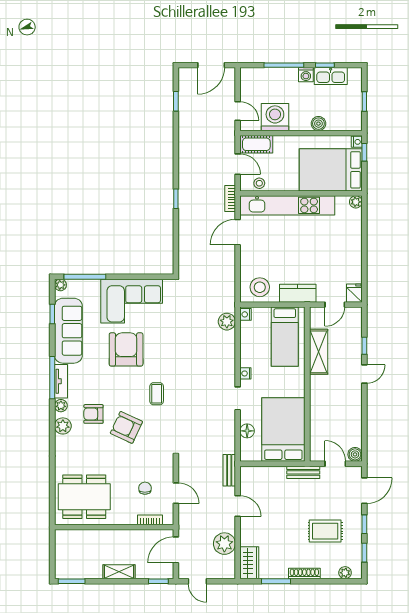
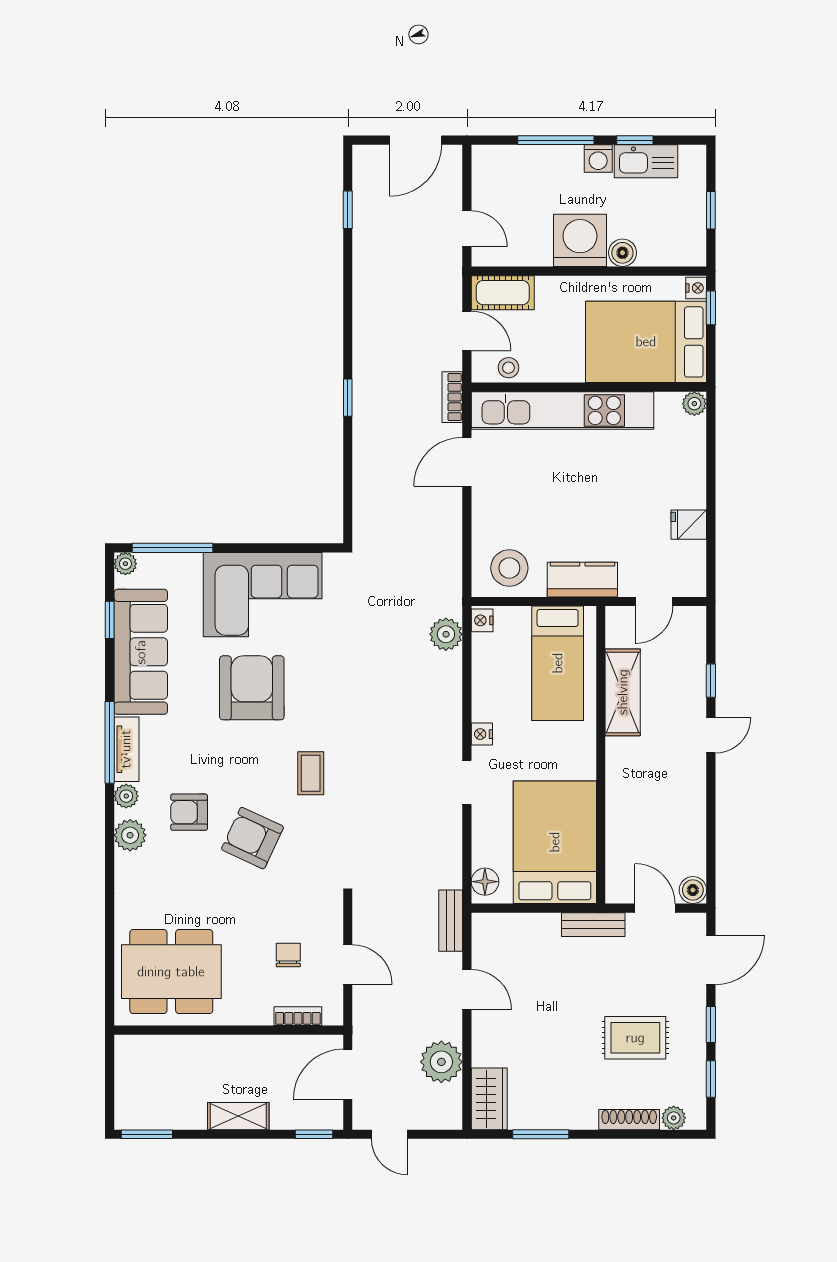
washing machine: (275, 117) -> (580, 240), moved
fridge: (354, 293) -> (689, 525), moved, turned -90
floor lamp: (247, 431) -> (485, 882), moved
shoe rack: (304, 574) -> (629, 1120), moved

